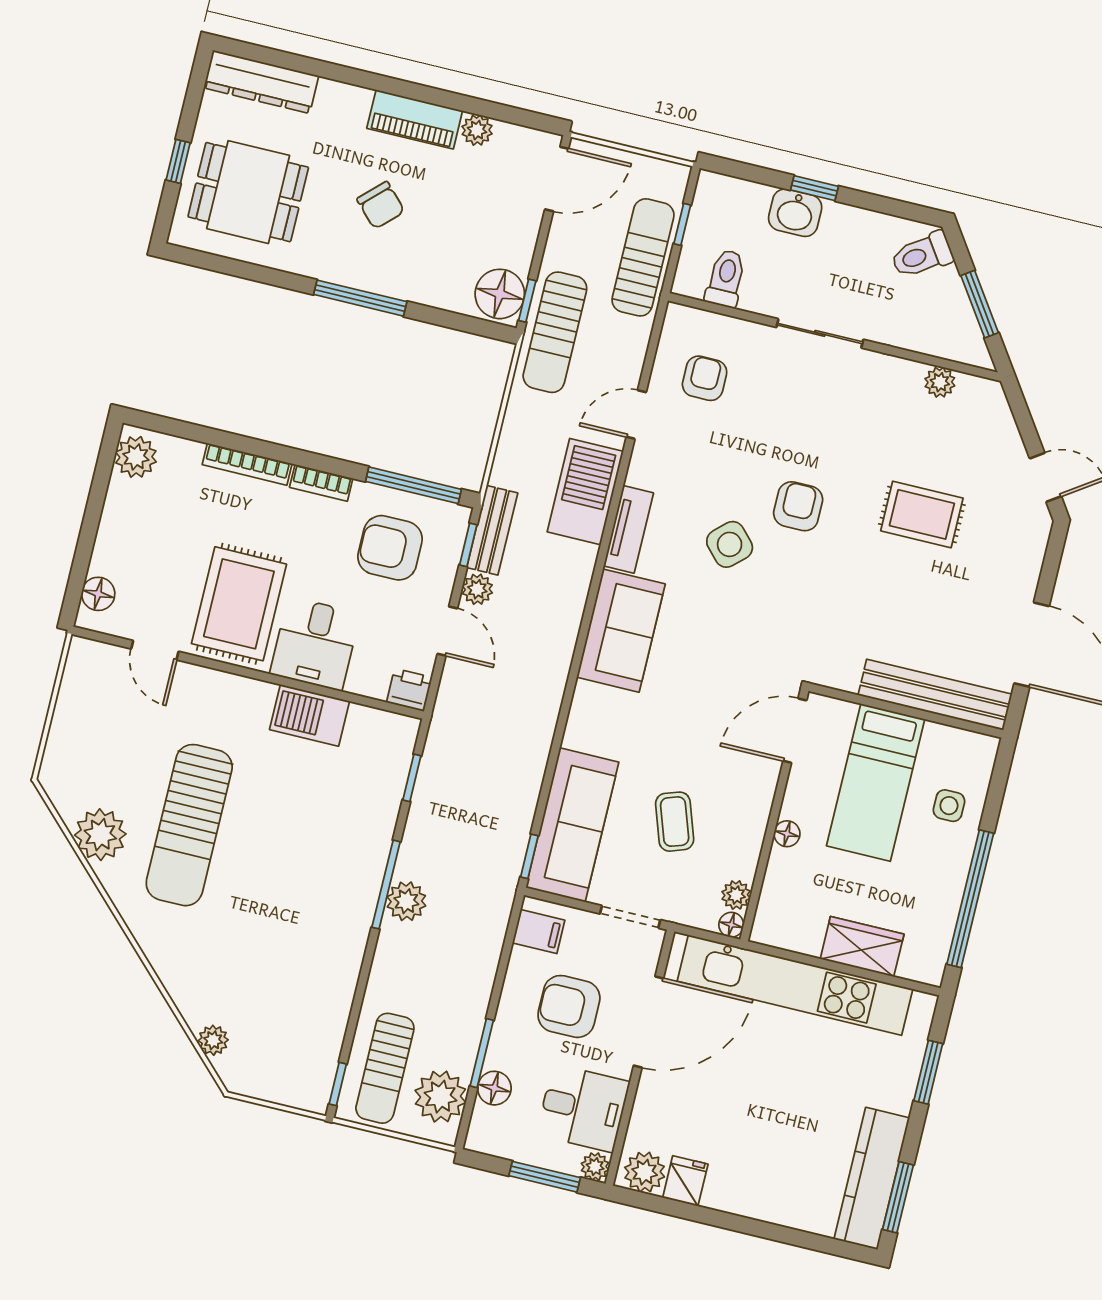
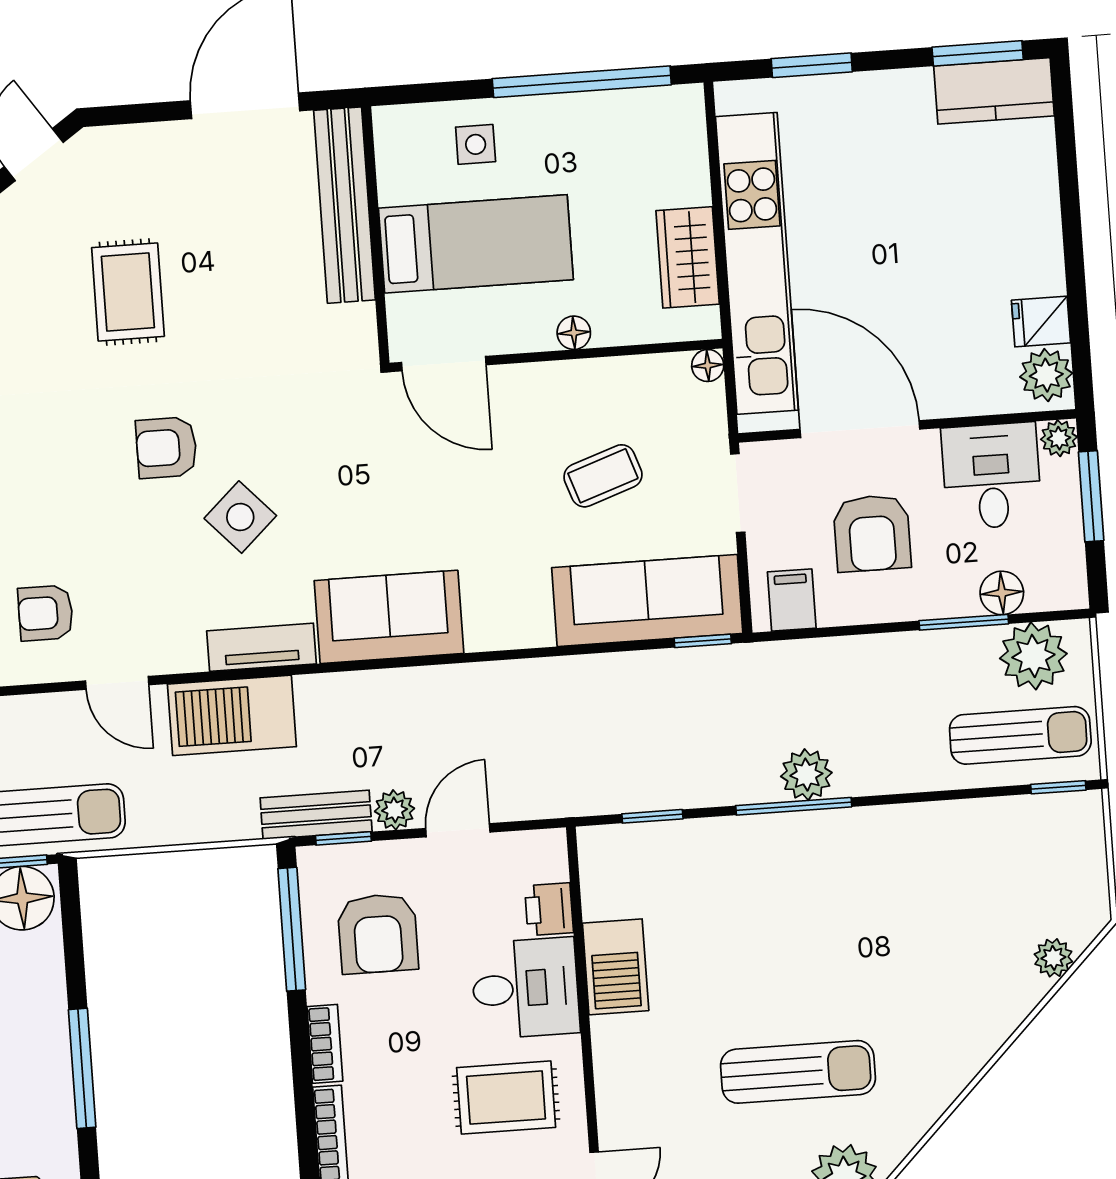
rug: (239, 604) -> (506, 1098), width x0.73, depth x0.70
printer: (409, 690) -> (549, 909), moved
sun lounger: (189, 825) -> (798, 1072), width x0.73, depth x0.75
plant: (736, 895) -> (669, 371), removed
wardrobe: (862, 947) -> (688, 257), moved
kitchen counter: (872, 1178) -> (994, 91), width x0.67

